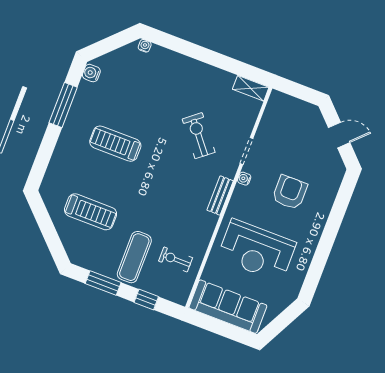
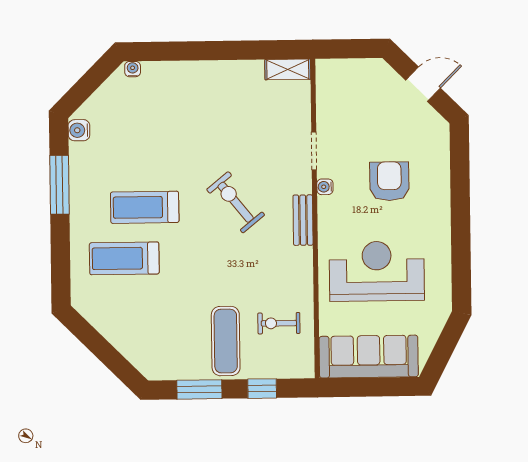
exercise bike: (199, 136) -> (236, 202), moved
treadmill: (91, 212) -> (124, 258), moved, turned 180
reception desk: (257, 250) -> (377, 271), turned 180

